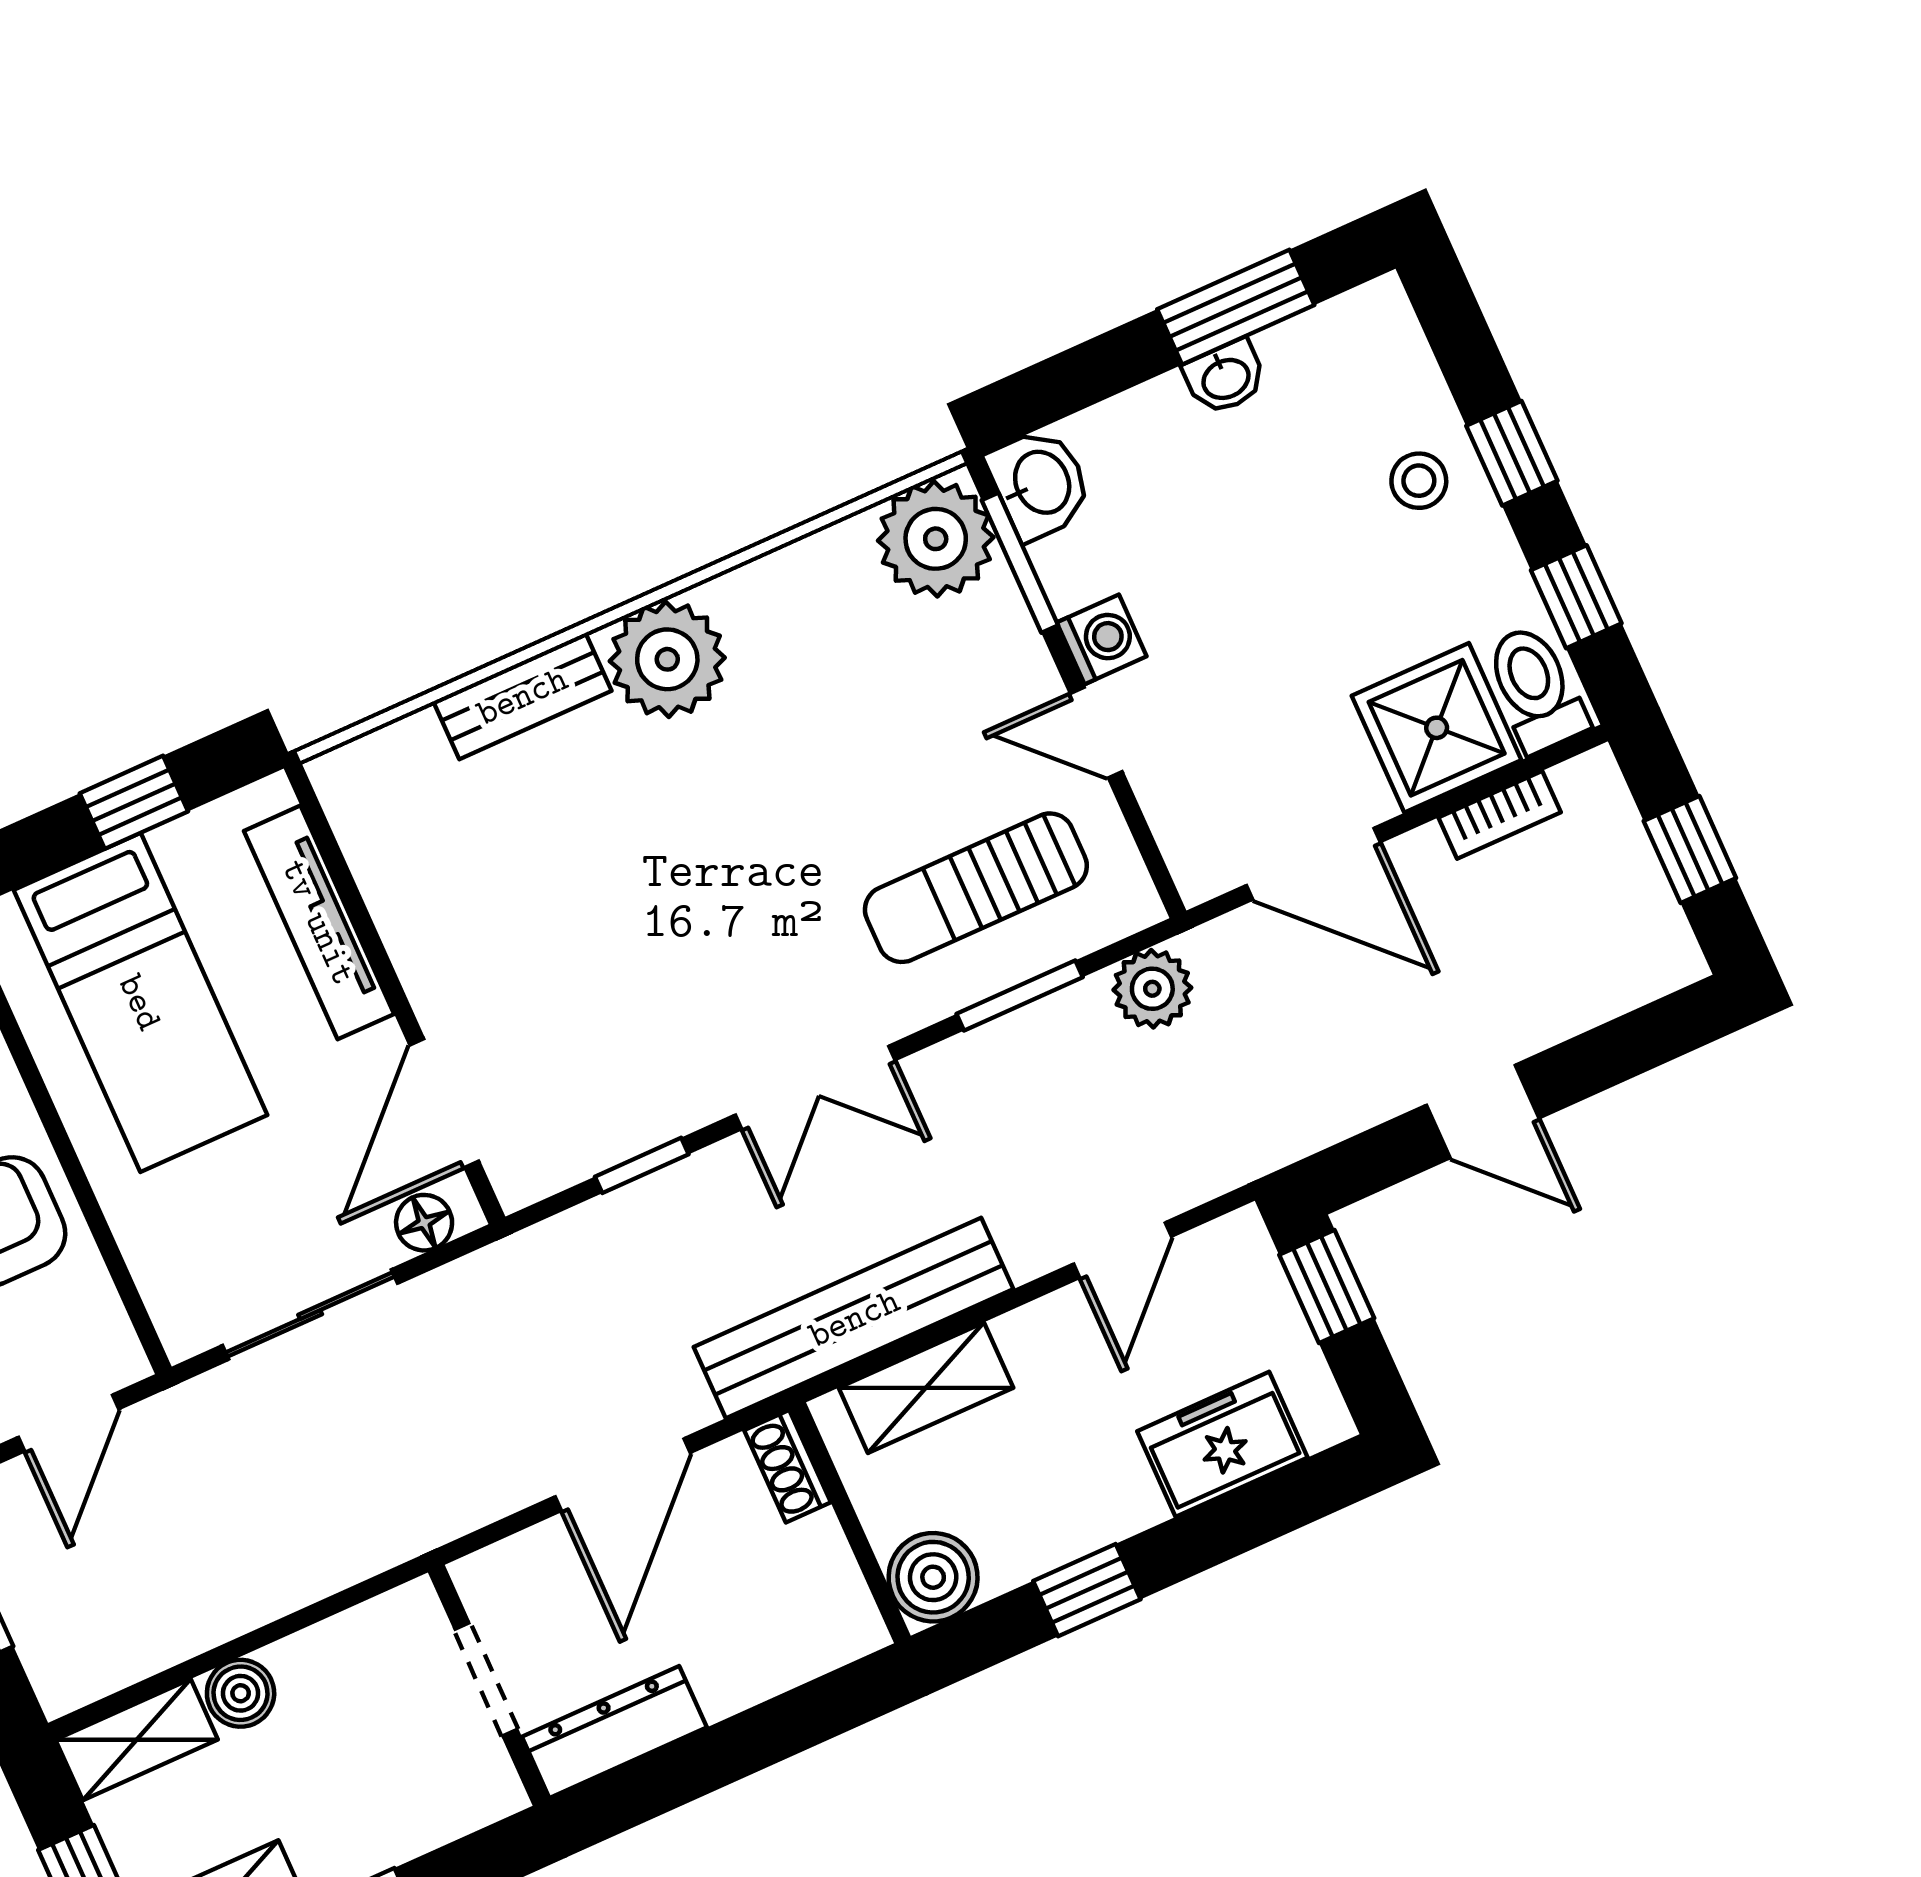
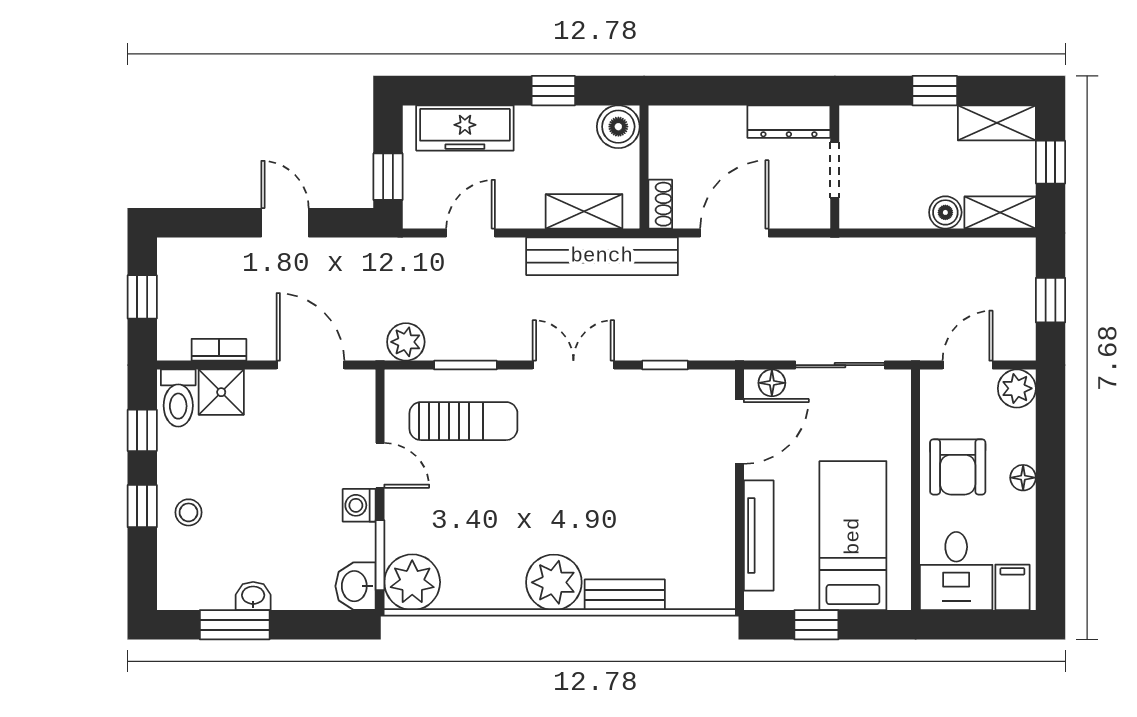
shower: (1437, 728) -> (221, 392), width x0.73, depth x0.73
freezer: (1222, 1444) -> (465, 128), width x1.40

